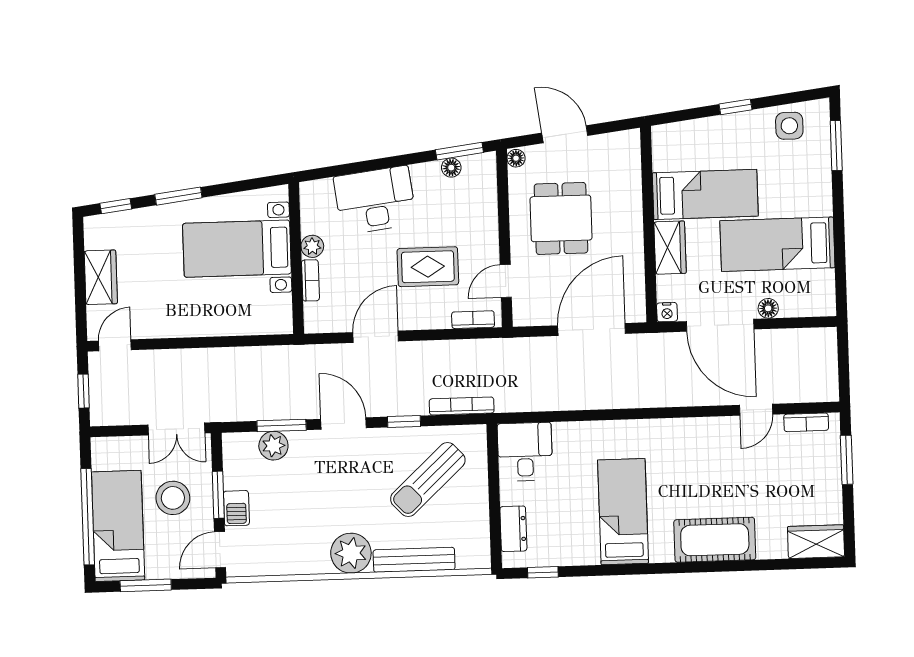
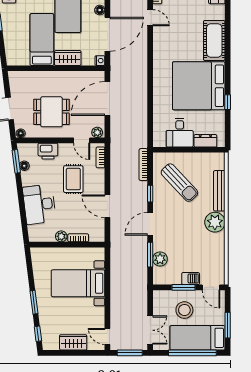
printer: (482, 214) -> (48, 151), added
bed with nightstands: (237, 249) -> (78, 283), moved, turned 90
plant: (523, 311) -> (97, 132), added
door: (592, 330) -> (107, 98), hinge flipped
window: (83, 391) -> (130, 353), width x1.50
double door: (176, 429) -> (150, 330), moved
desk: (525, 452) -> (180, 133), moved, turned -90
bed: (623, 512) -> (199, 86), width x2.04
window: (543, 572) -> (228, 102), moved

